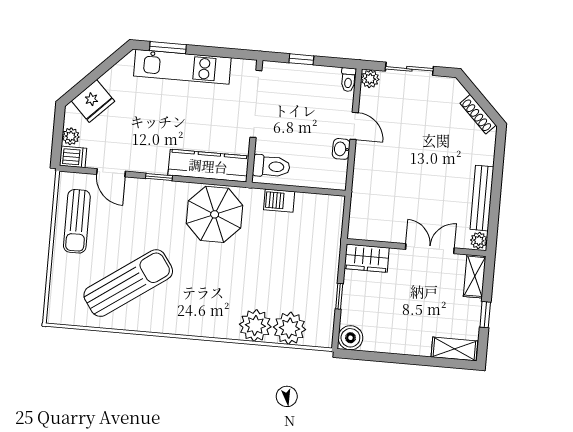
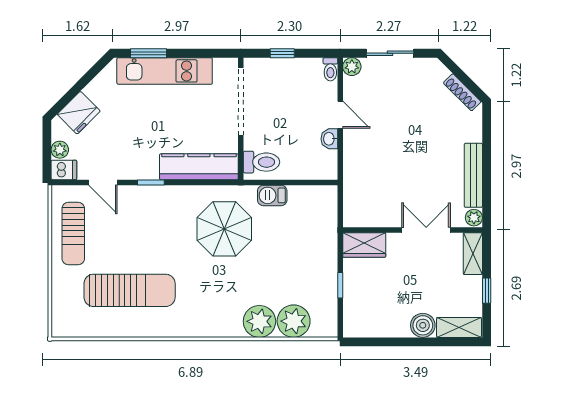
parasol: (215, 214) -> (224, 229), moved
sun lounger: (128, 283) -> (130, 290), turned 35
boiler: (350, 338) -> (423, 325), moved

